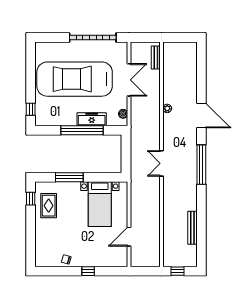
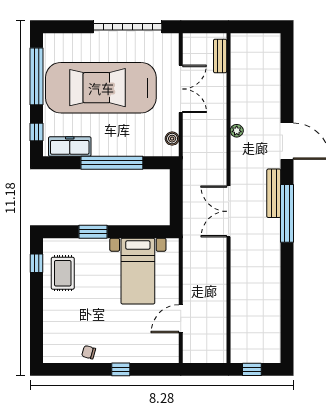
window: (31, 71) -> (36, 76), added
freezer: (92, 119) -> (70, 147), moved
double door: (162, 163) -> (228, 211), width x1.37
window: (69, 177) -> (93, 232), width x0.69
bench: (192, 228) -> (274, 193), moved

